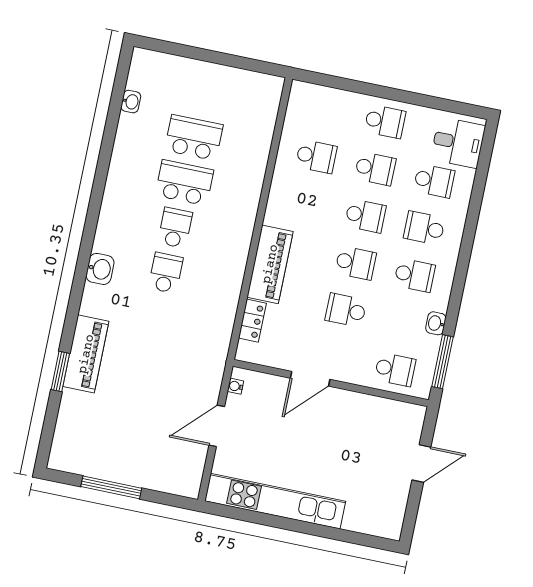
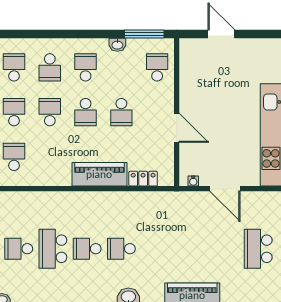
school desk: (194, 138) -> (19, 249), width x0.54
school desk: (356, 263) -> (86, 112), turned 180
school desk: (128, 453) -> (258, 249), added

